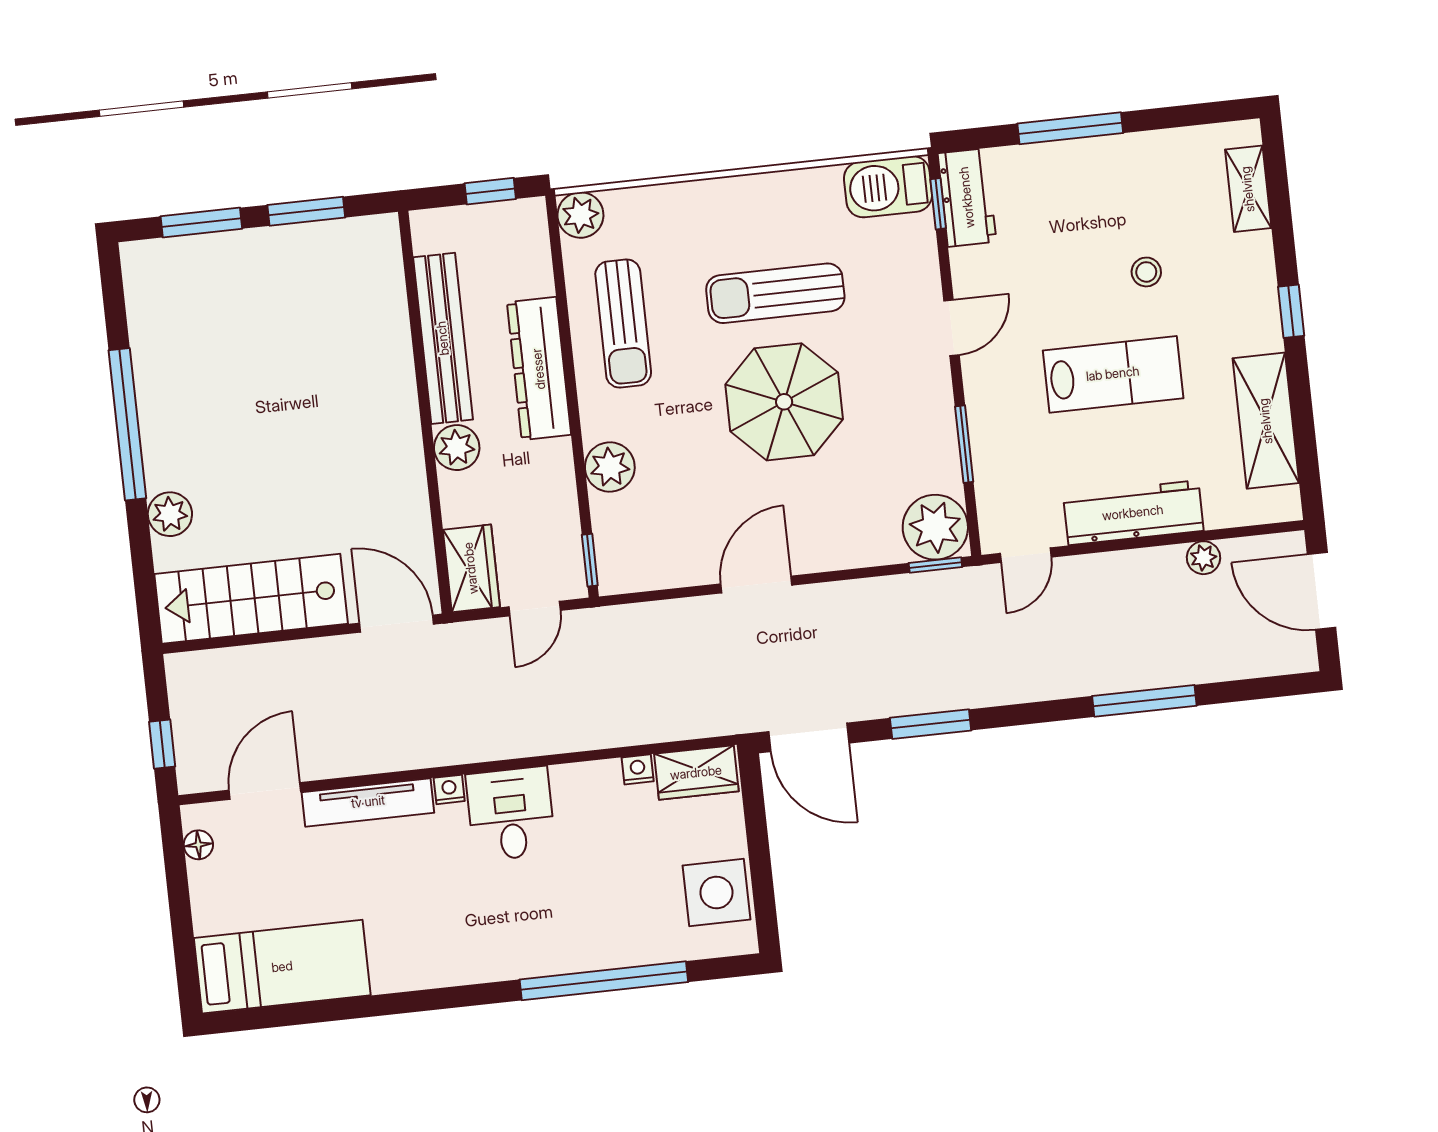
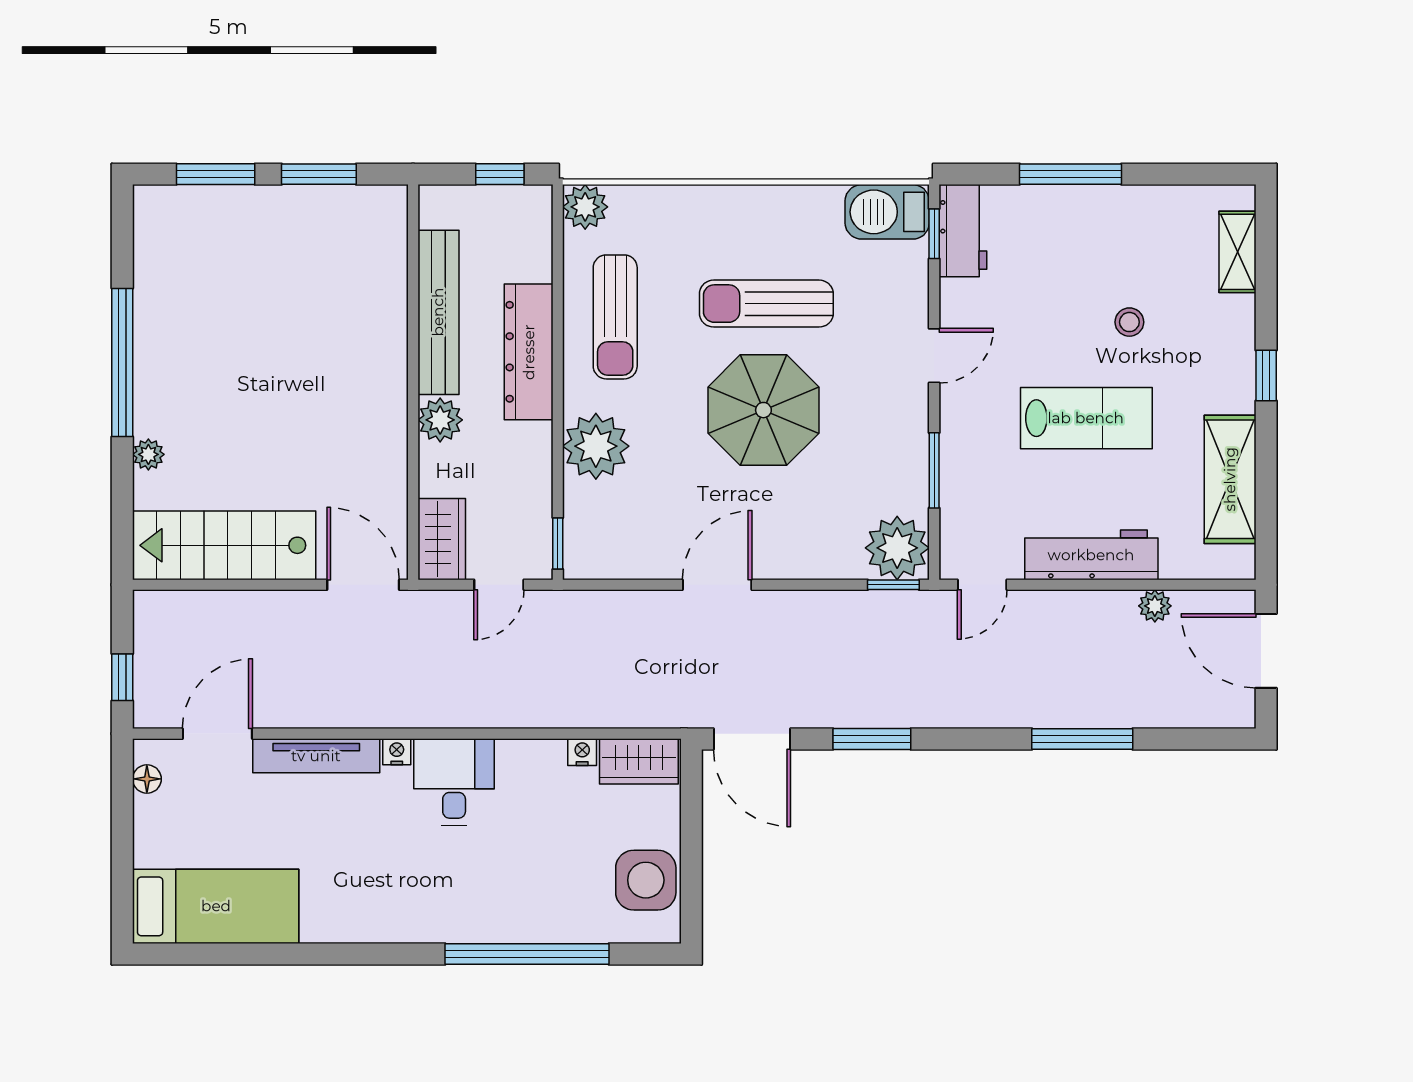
plant: (610, 467) -> (596, 446), width x1.36, depth x1.36
plant: (170, 514) -> (148, 454), width x0.73, depth x0.73

